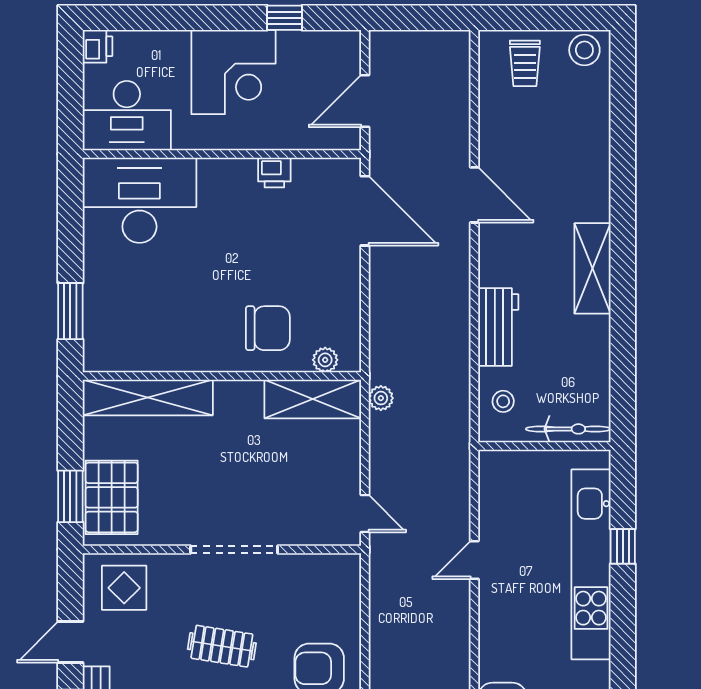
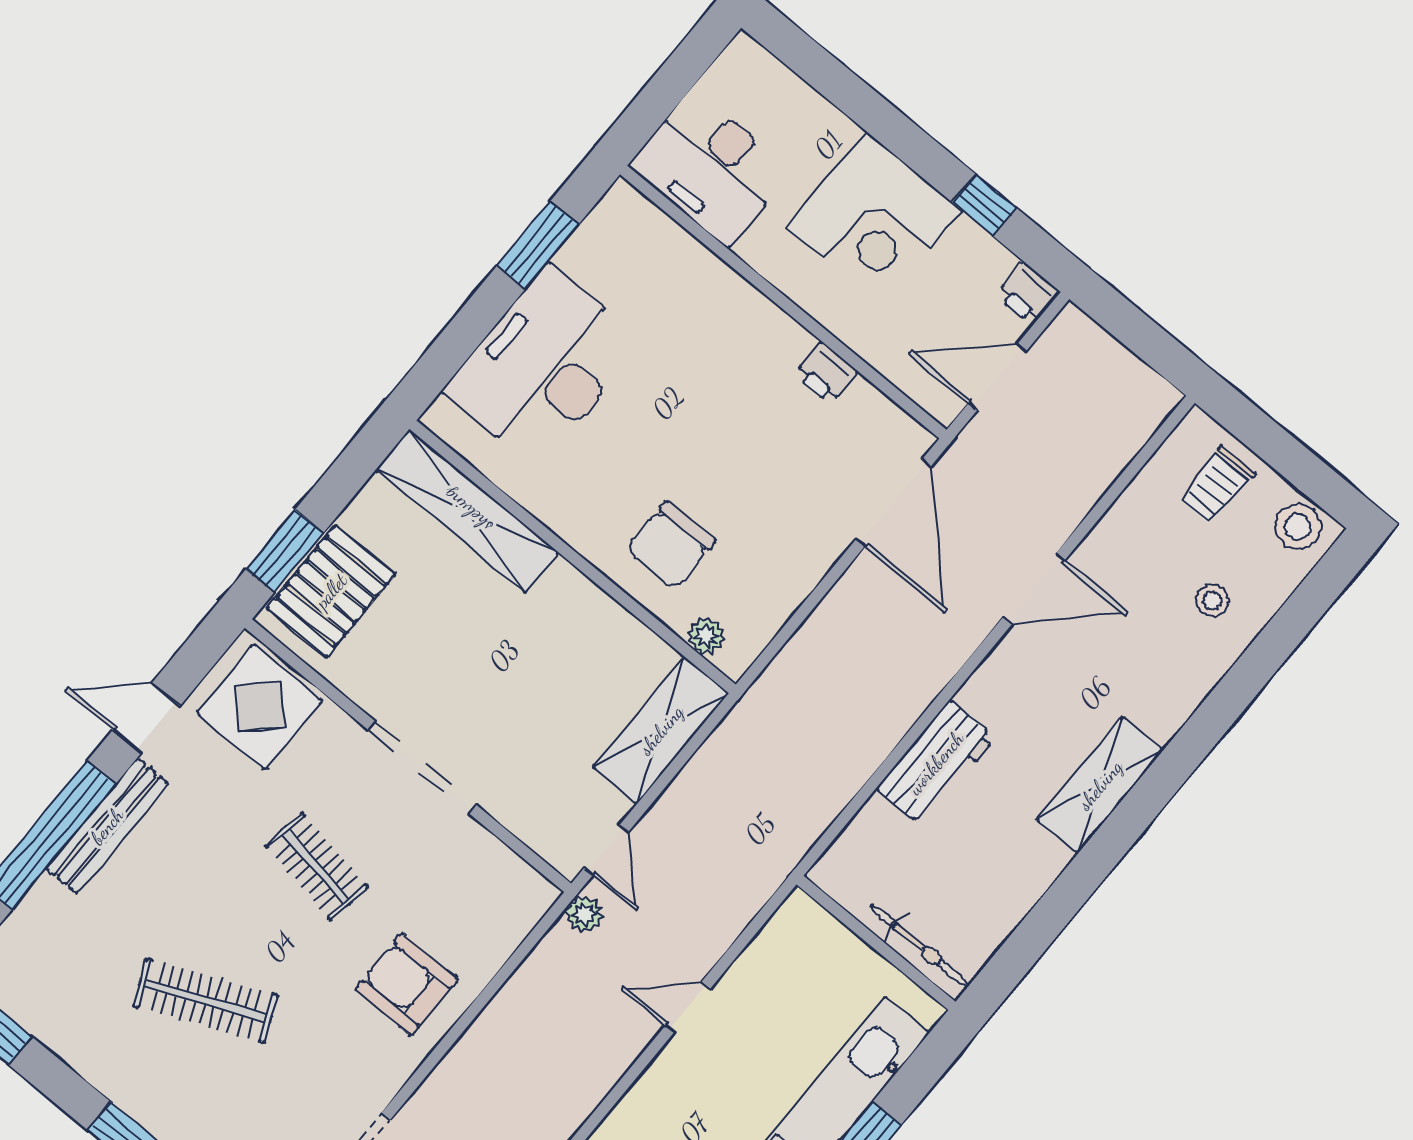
printer: (97, 46) -> (1028, 293), moved, turned 90
door: (474, 195) -> (1034, 588), hinge flipped
desk: (139, 200) -> (543, 367), moved, turned -90
window: (70, 311) -> (538, 245), moved
chair: (268, 328) -> (671, 545), turned 90
plant: (381, 398) -> (584, 914), moved
shelving: (313, 399) -> (661, 730), moved, turned 90
stool: (503, 401) -> (1212, 601), moved
display table: (124, 588) -> (260, 707), width x1.36, depth x1.36

